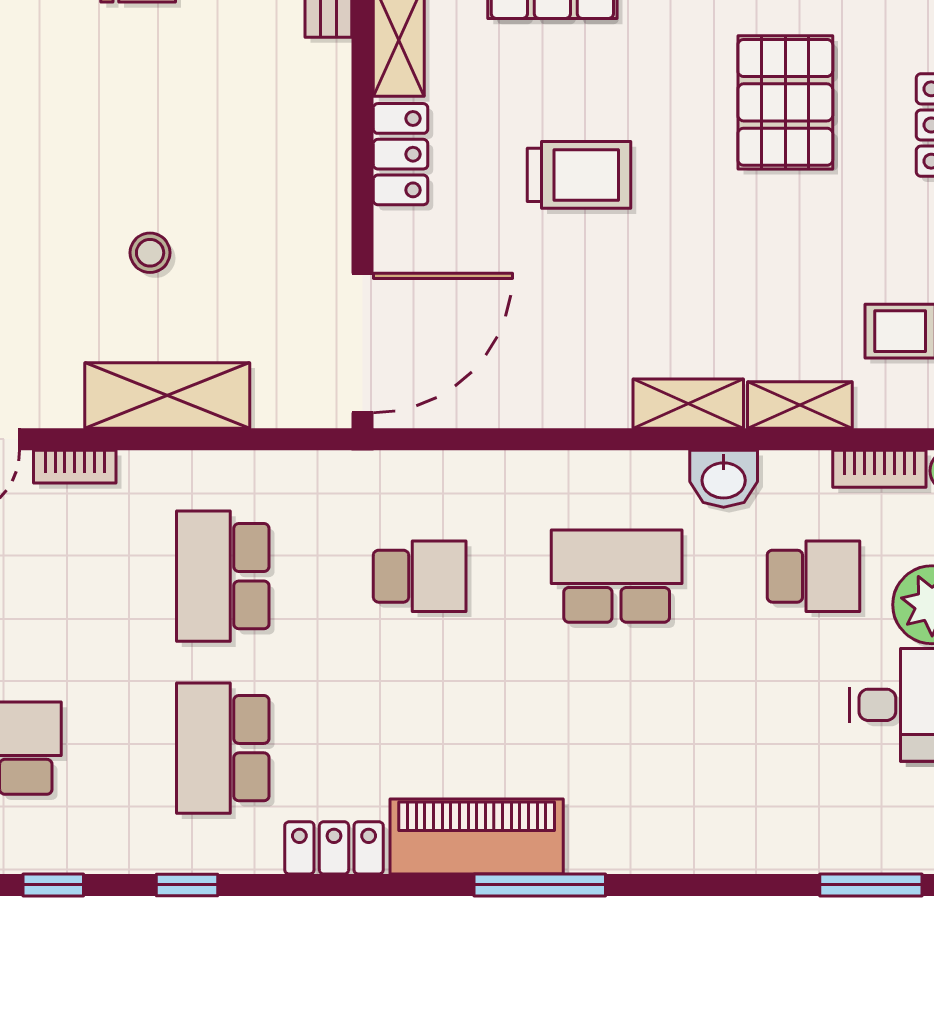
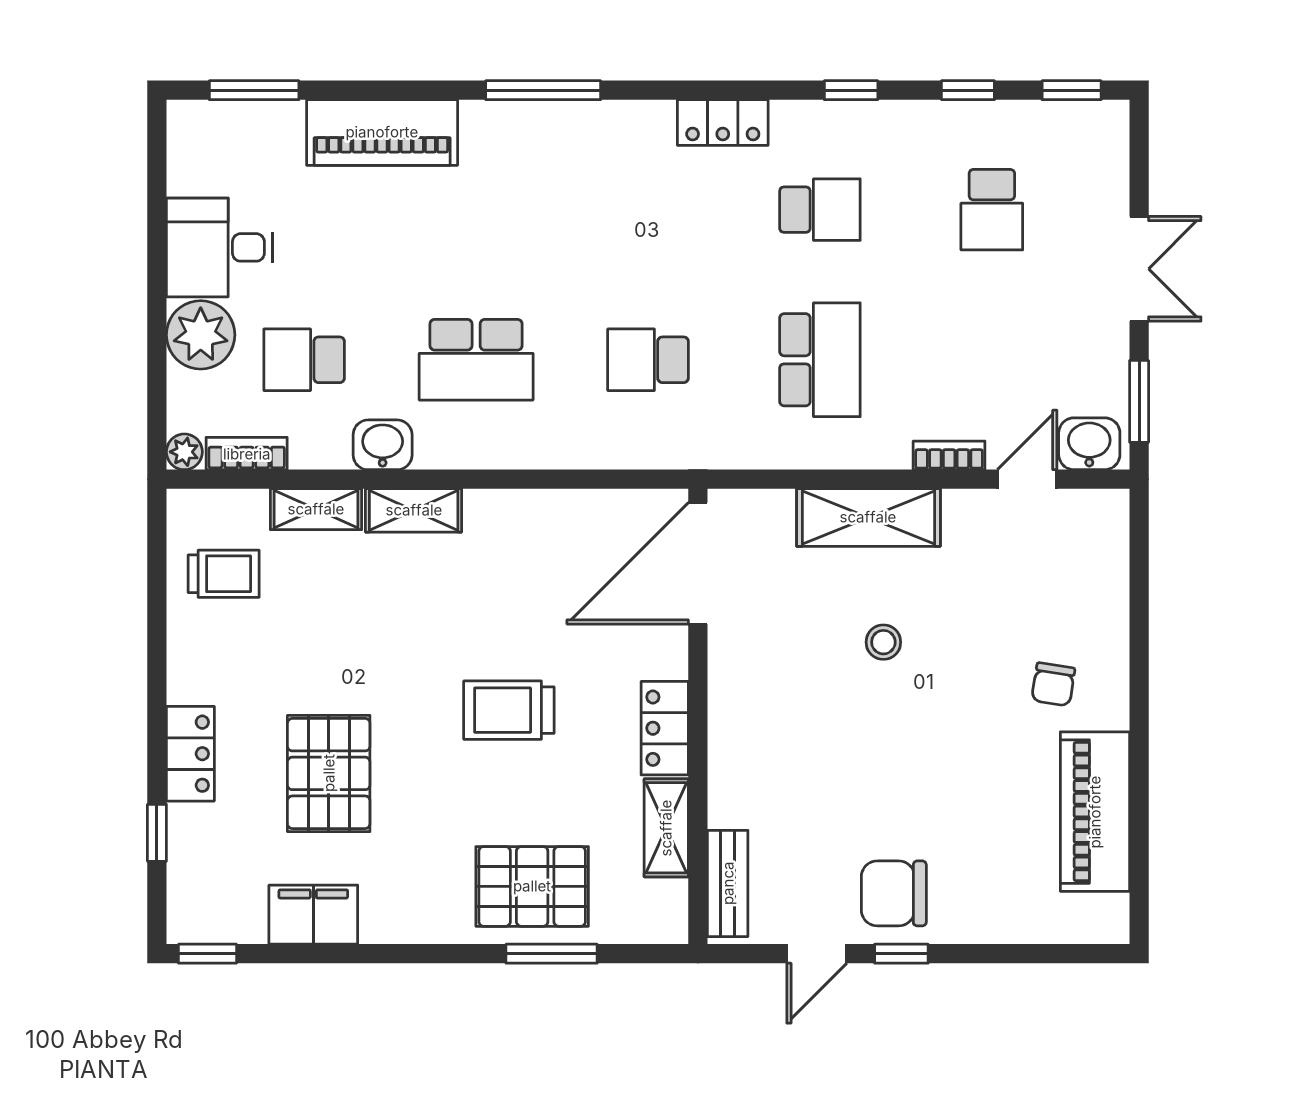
school desk: (223, 748) -> (820, 210), width x0.54
piano: (477, 837) -> (382, 132), moved

